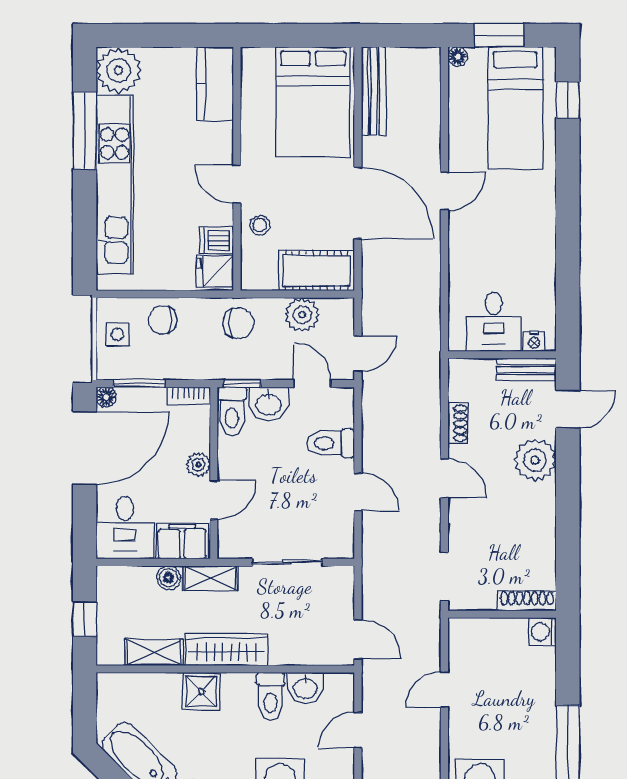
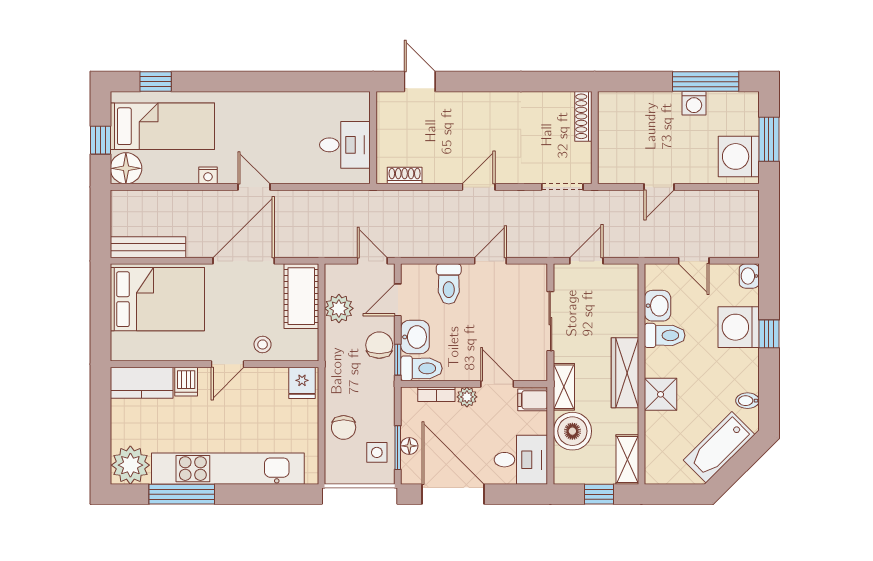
window: (499, 35) -> (100, 140), width x0.67
floor lamp: (458, 57) -> (126, 168), width x1.89, depth x1.89
door: (444, 191) -> (254, 187), moved
dishwasher: (216, 240) -> (186, 382), moved
chair: (238, 323) -> (379, 345), moved
side table: (118, 334) -> (377, 452), moved
nightstand: (534, 341) -> (208, 175), moved, turned 90
bench: (526, 370) -> (386, 117), removed
bookcase: (189, 396) -> (436, 394), moved, turned 90
floor lamp: (106, 397) -> (409, 446), moved
shoe rack: (458, 423) -> (405, 176), moved
plant: (535, 460) -> (463, 110), removed
filing cabinet: (182, 542) -> (533, 400), width x0.50
boiler: (169, 578) -> (572, 431), width x1.86, depth x1.86
washing machine: (542, 632) -> (694, 103), moved
door: (358, 639) -> (586, 261), moved
shelving: (154, 652) -> (627, 459), moved
door: (444, 689) -> (659, 187), hinge flipped

